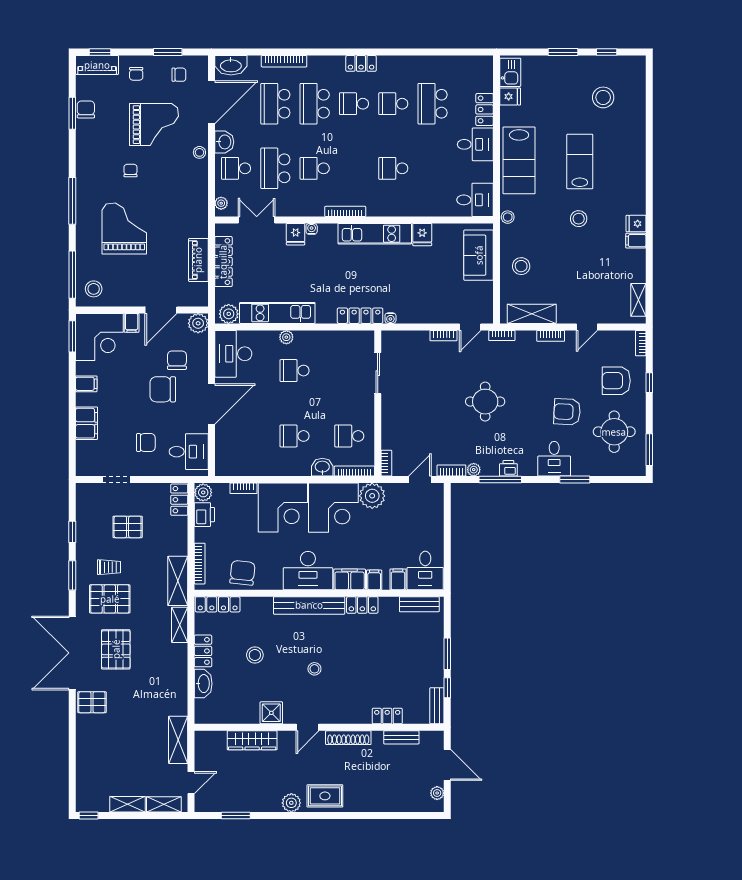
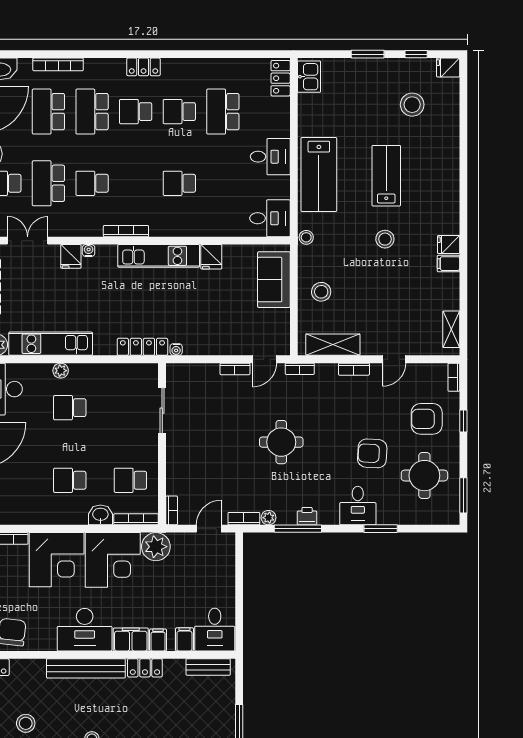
fridge: (510, 96) -> (448, 68), moved, turned 180
locker: (485, 109) -> (281, 78), moved

